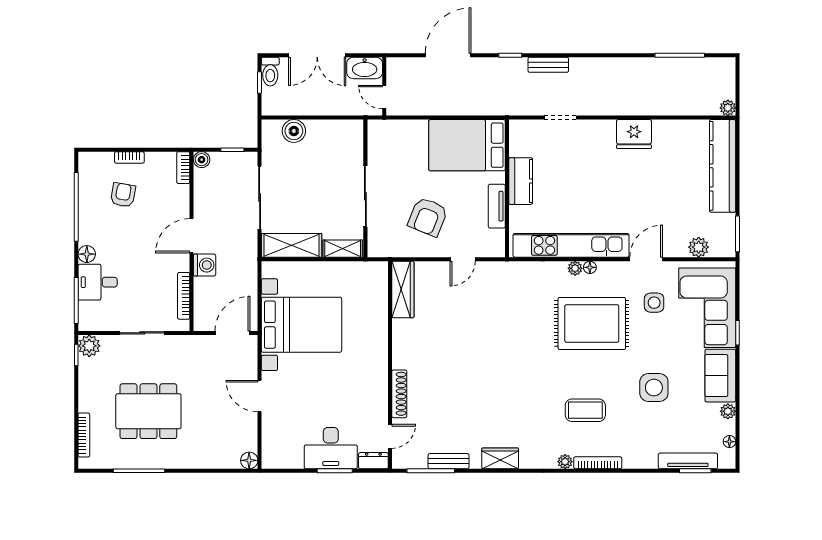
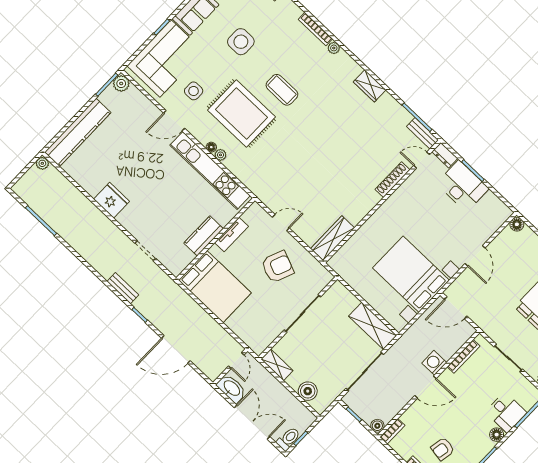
plant: (699, 247) -> (121, 83), moved
shelving: (343, 249) -> (277, 365), moved
coffee table: (585, 410) -> (282, 90), moved
bench: (449, 461) -> (423, 133), moved

